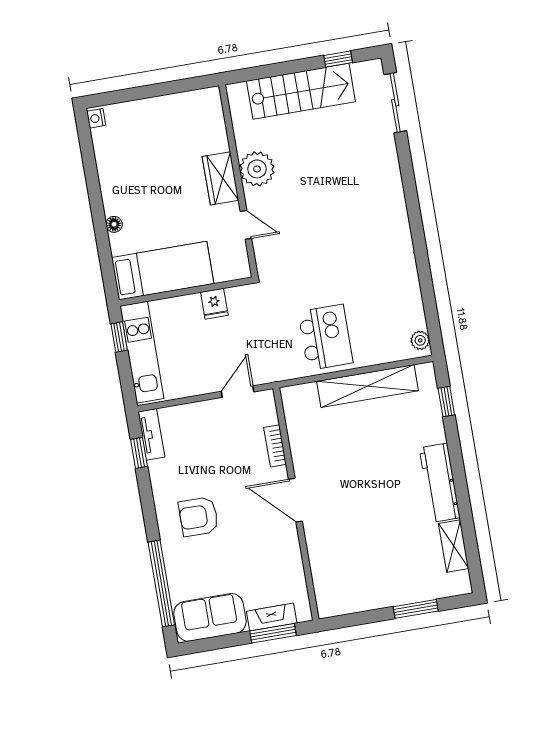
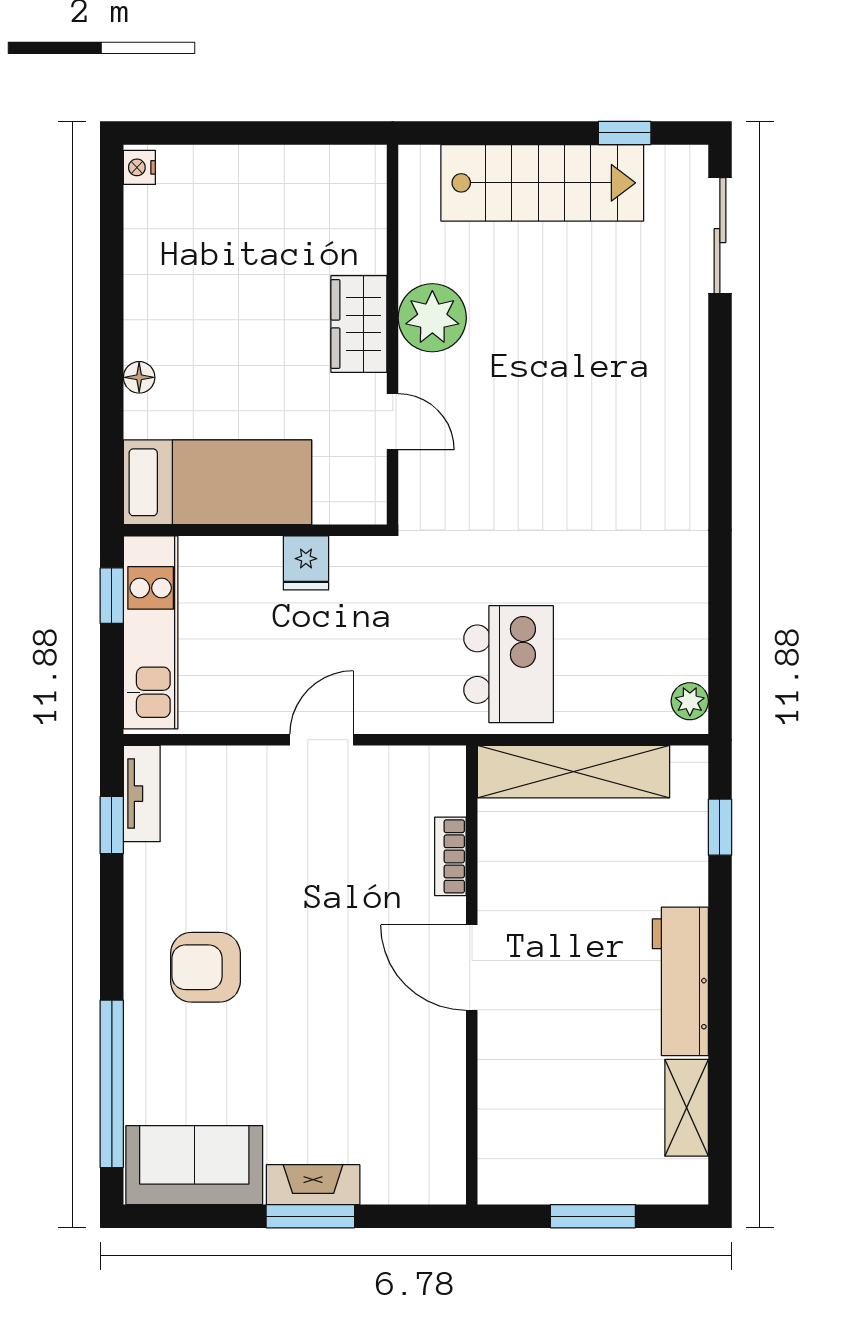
bookcase: (275, 446) -> (450, 856), moved
door: (295, 500) -> (472, 968), moved
wall: (296, 504) -> (472, 975), moved

